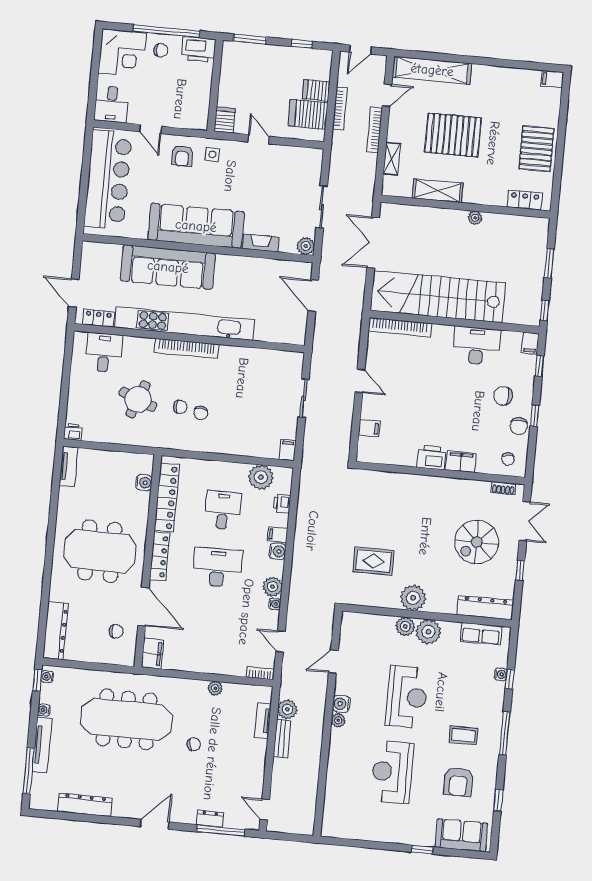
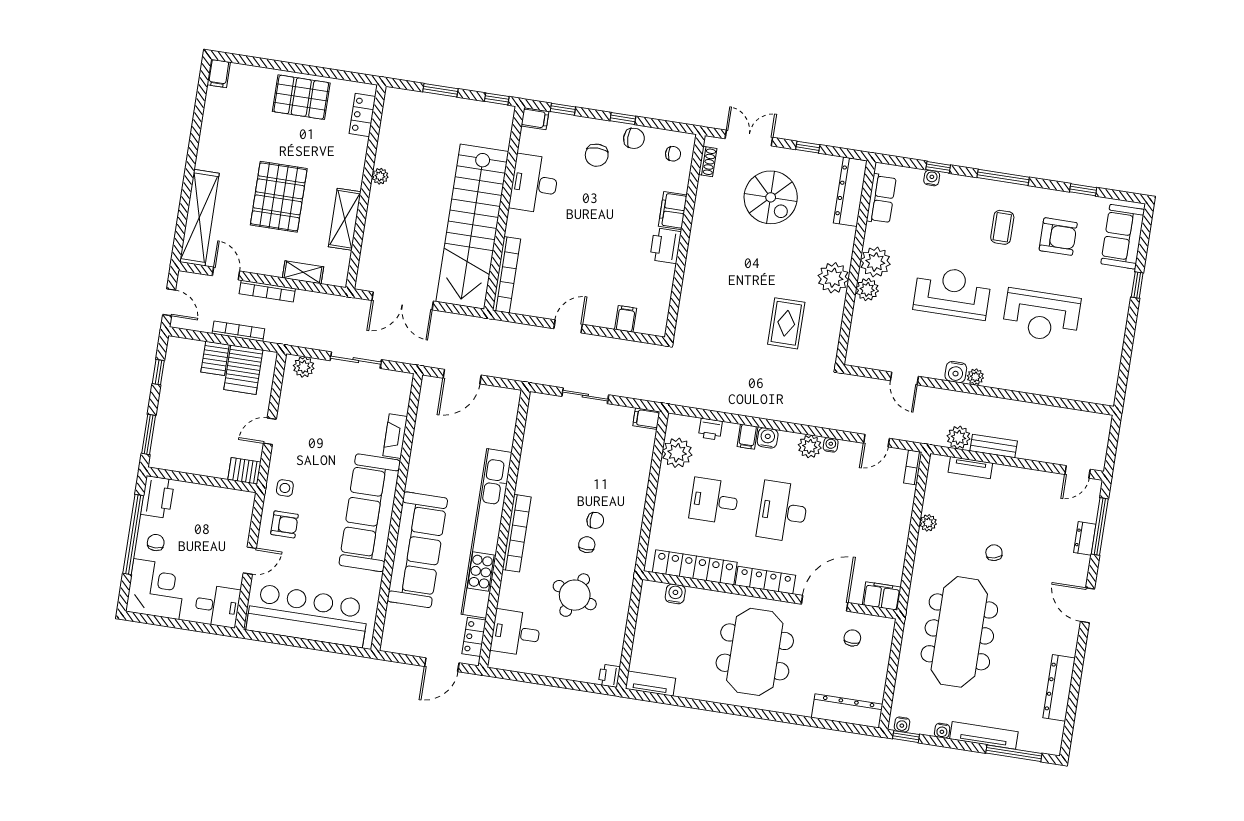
plant: (306, 246) -> (304, 367), moved

